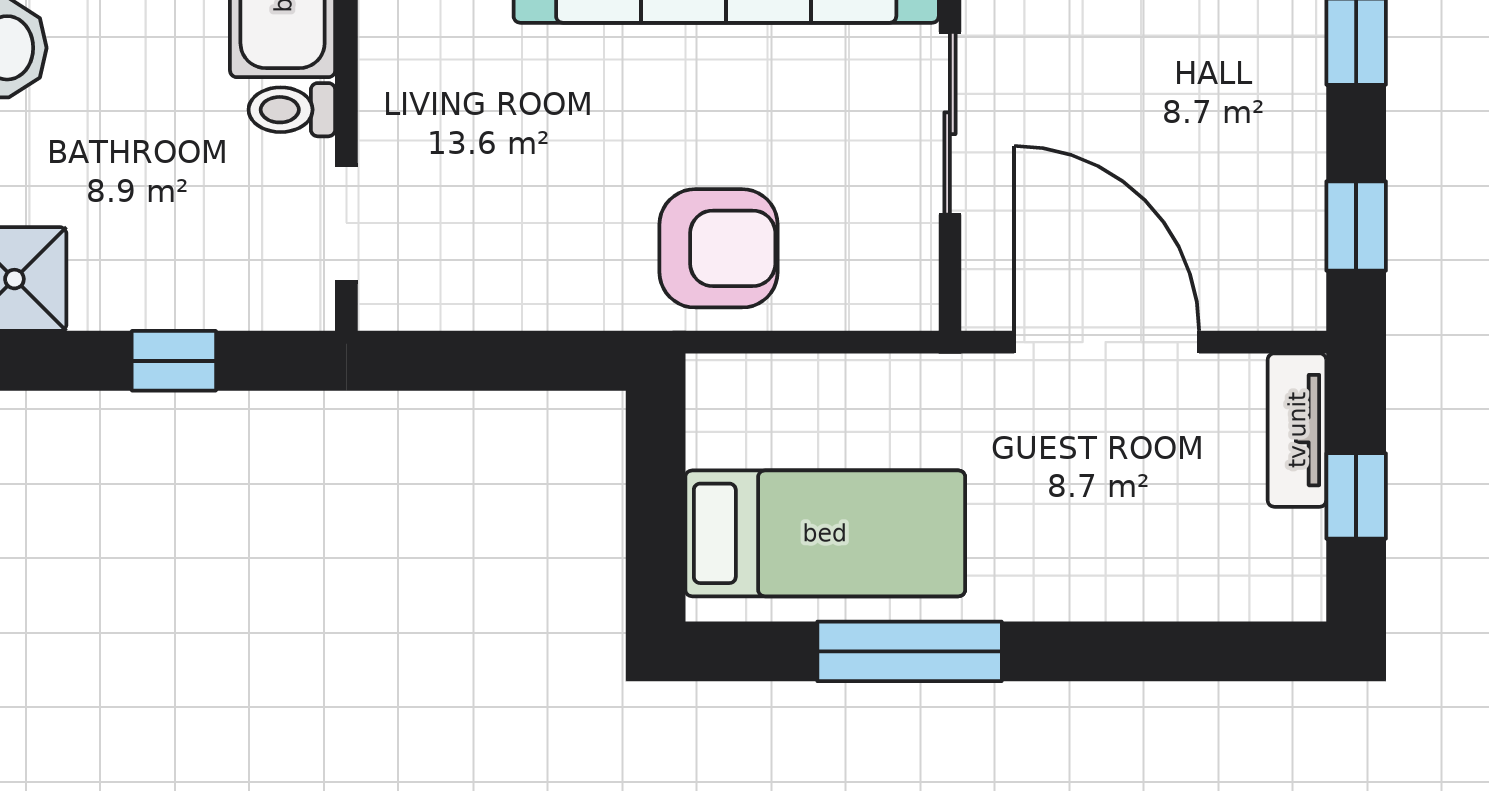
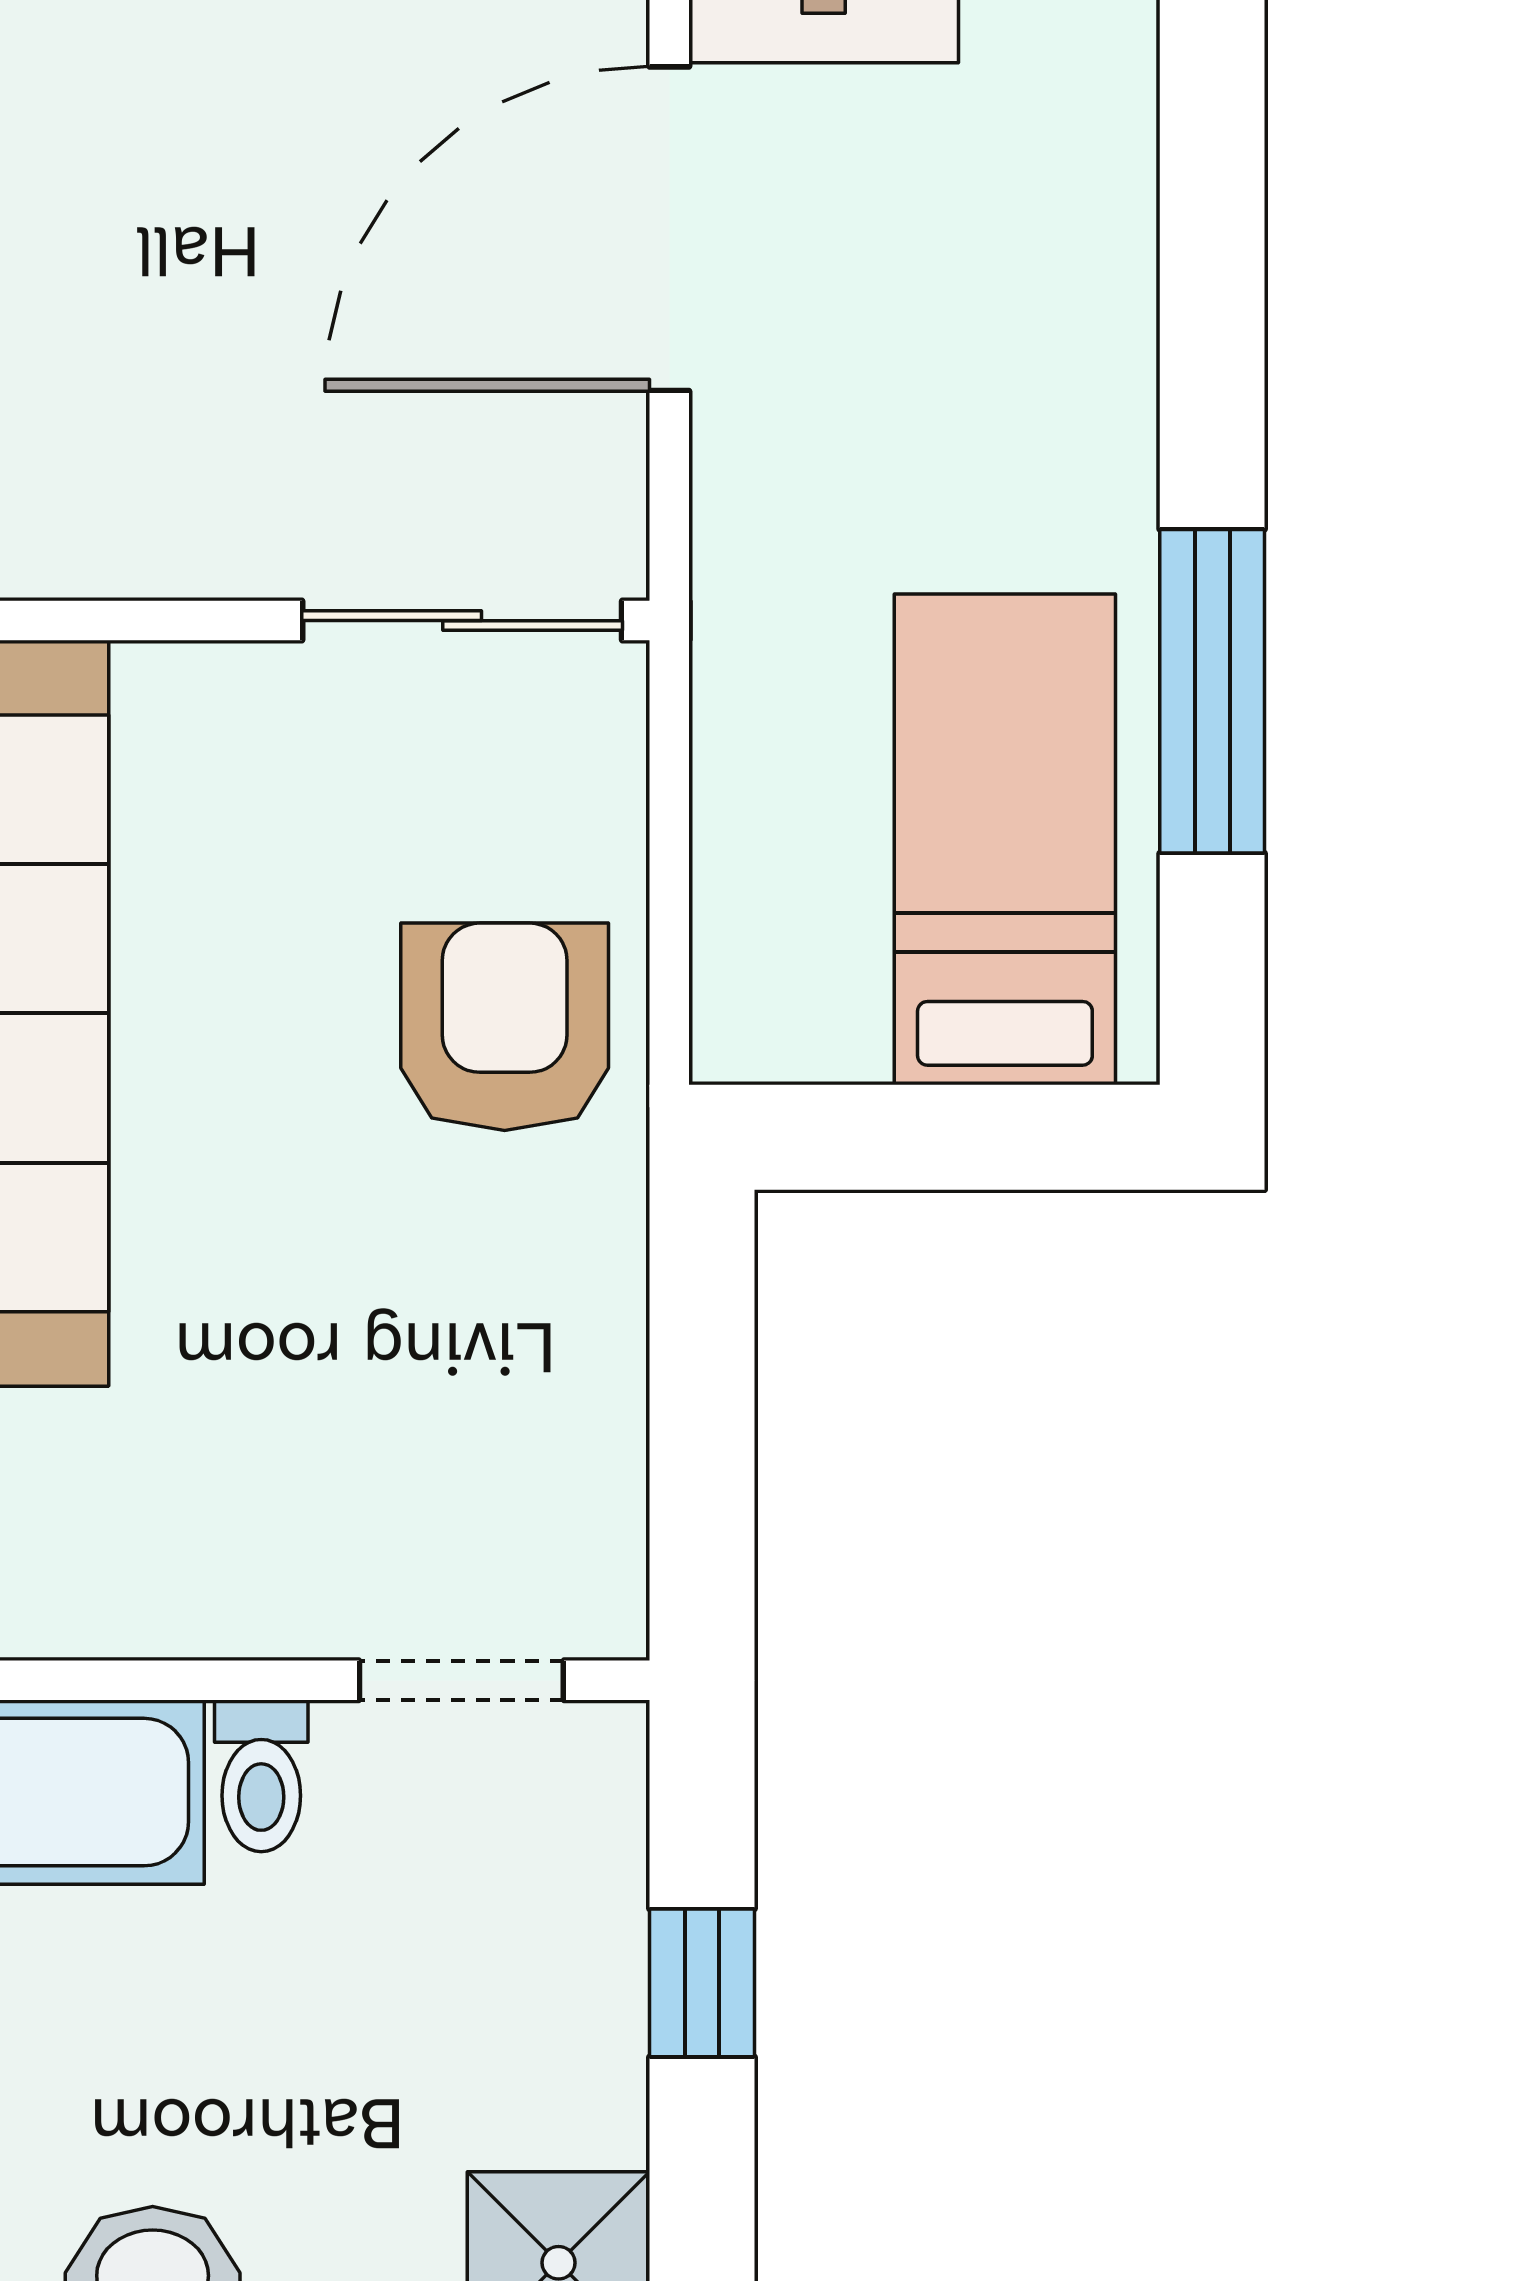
sliding door: (950, 123) -> (462, 621), moved
door: (1107, 342) -> (669, 229), moved

